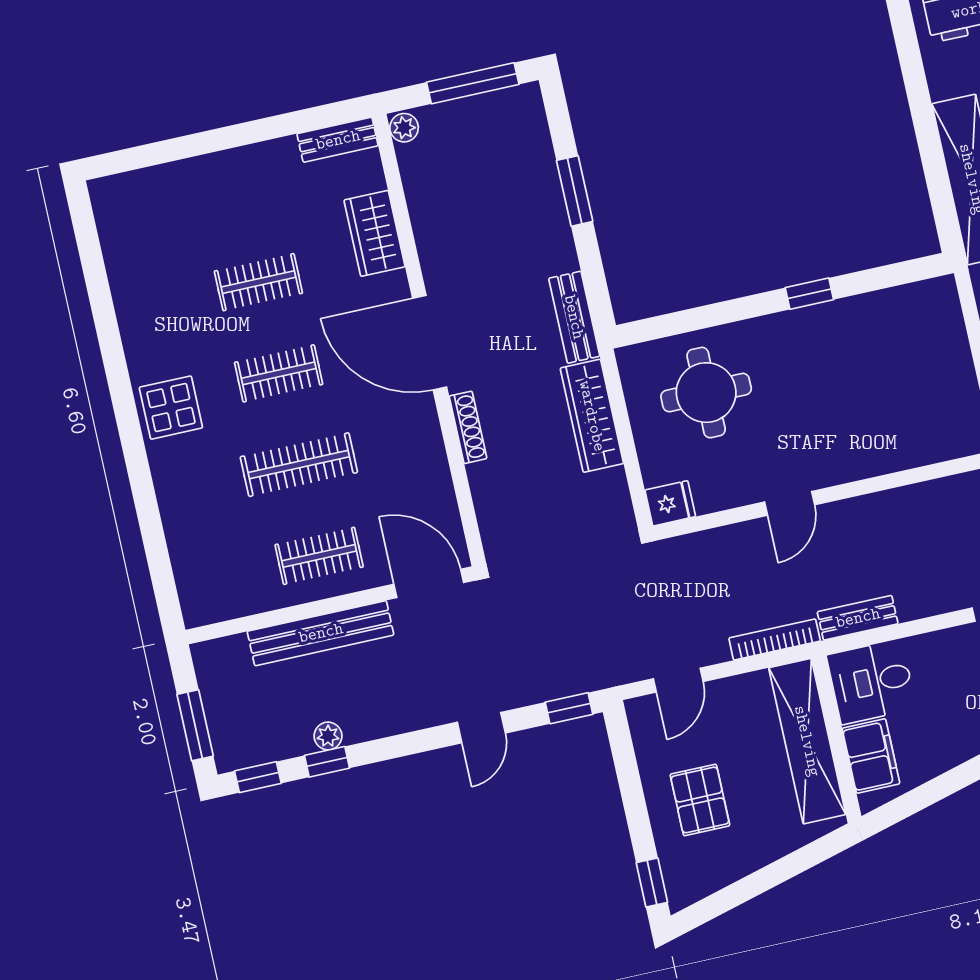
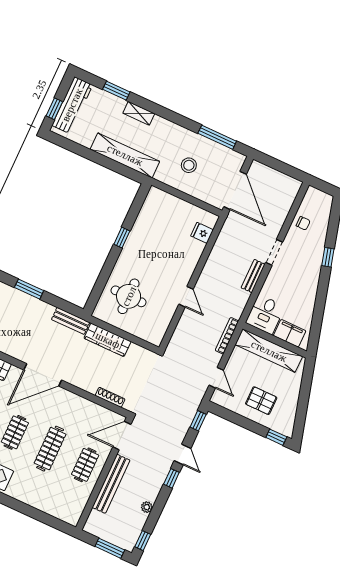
shoe rack: (468, 427) -> (110, 397), moved
fridge: (670, 503) -> (202, 233), moved, turned -90
bench: (858, 618) -> (253, 276), moved
window: (327, 762) -> (171, 478), moved

